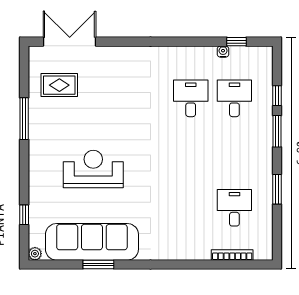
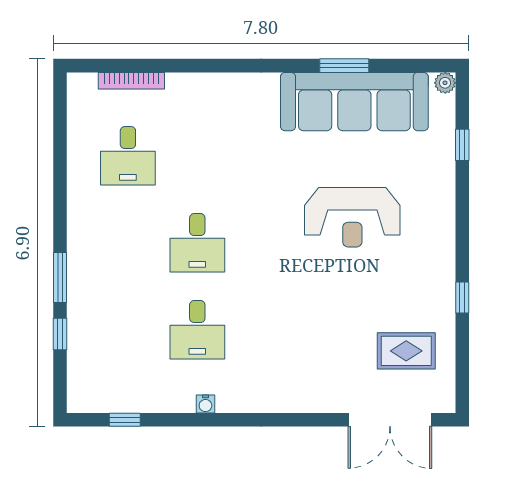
water cooler: (223, 52) -> (205, 404), moved
desk: (234, 98) -> (197, 243), moved
window: (24, 119) -> (462, 297), width x0.46
window: (277, 189) -> (60, 185), removed

